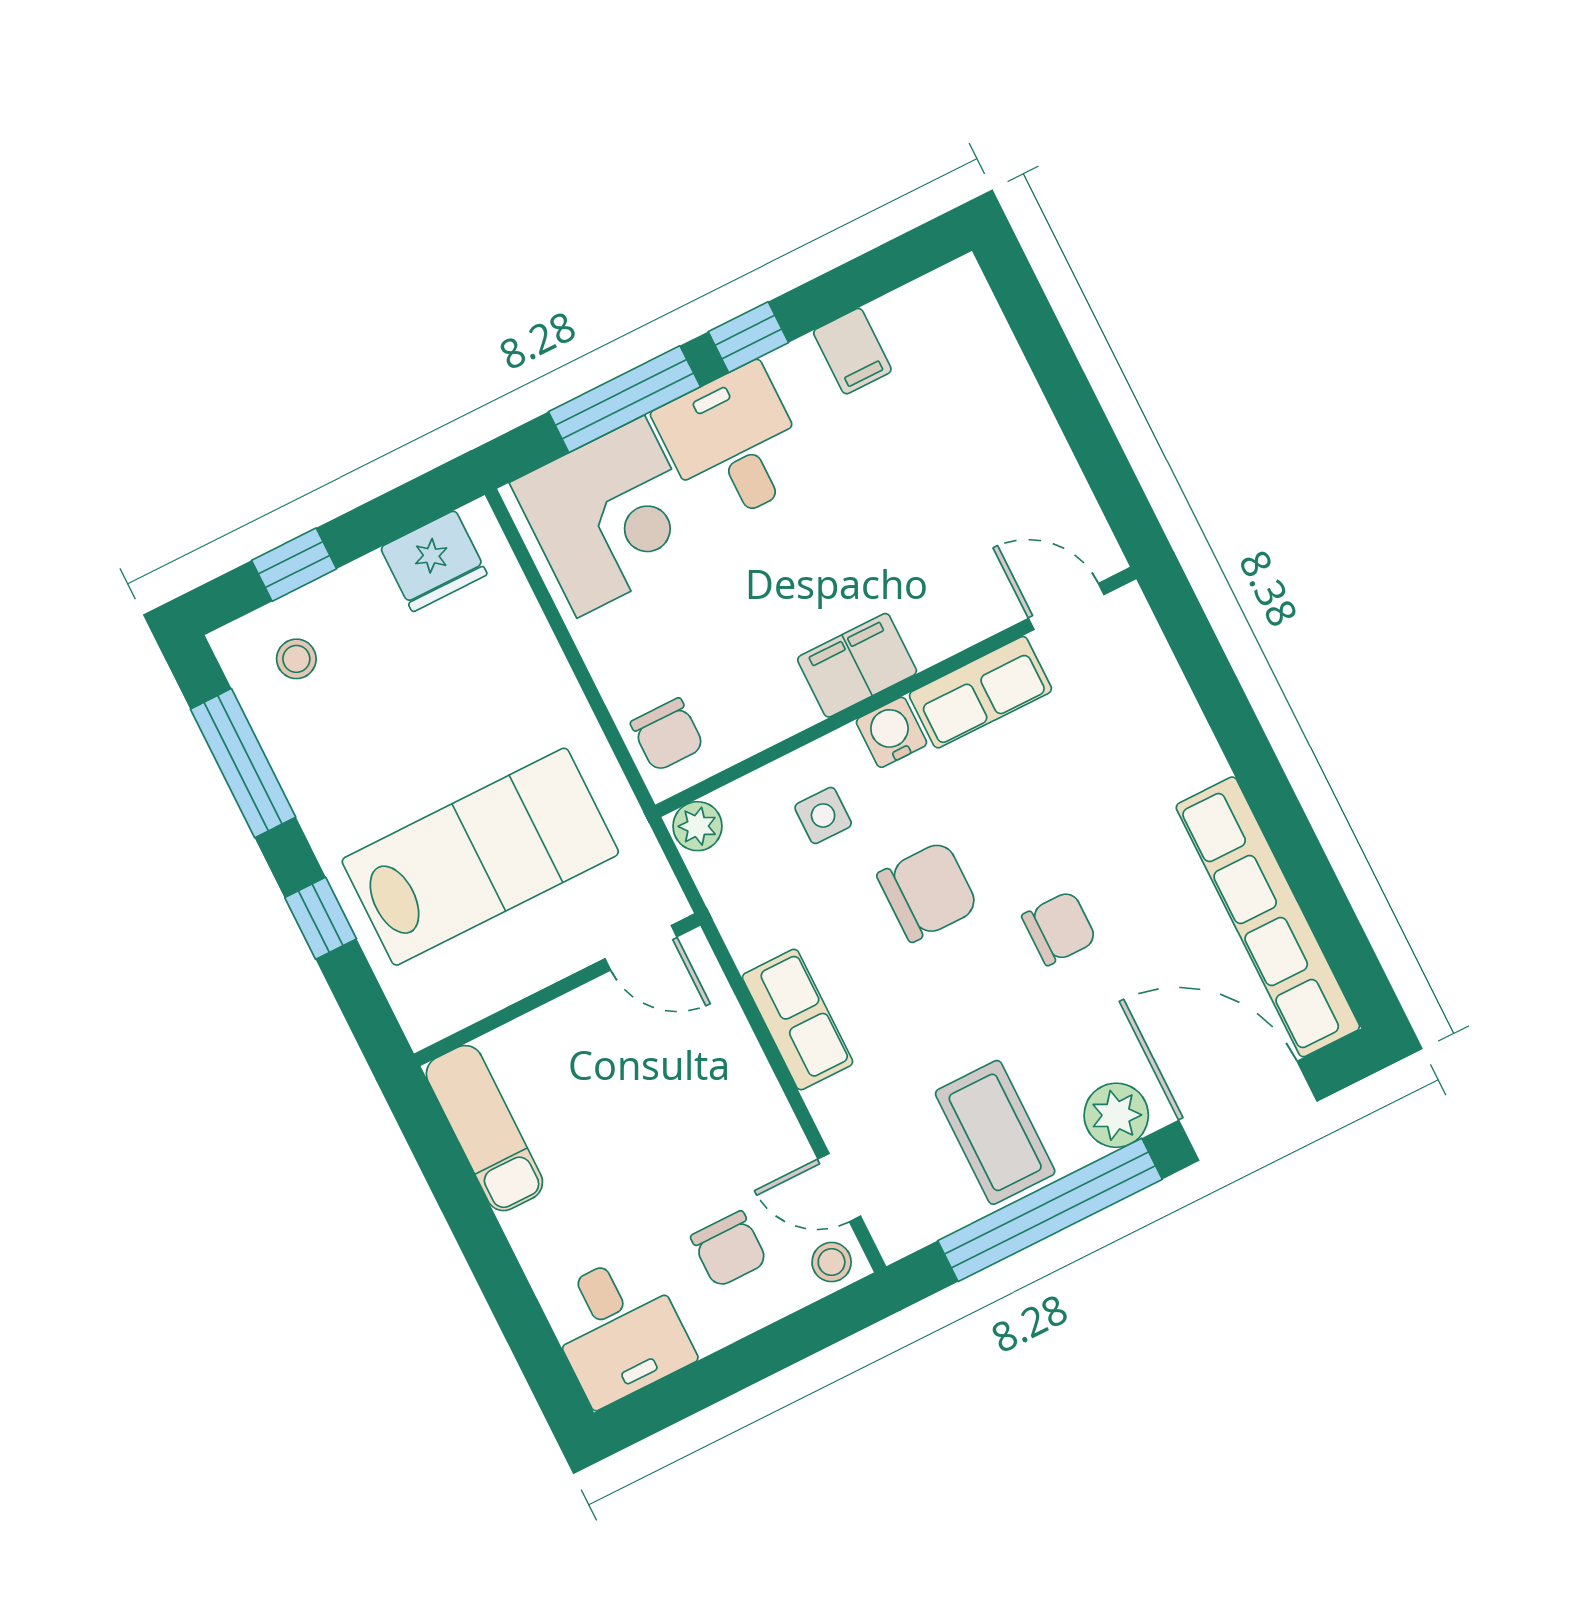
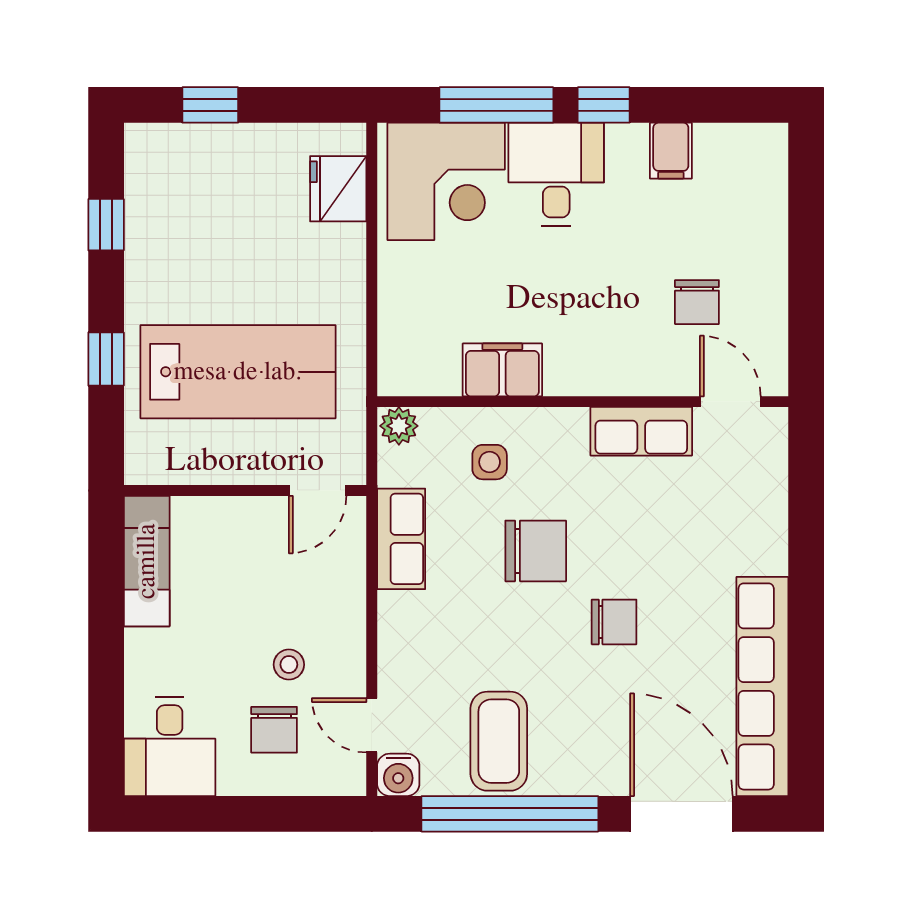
fridge: (434, 561) -> (338, 189), moved, turned 90
stool: (296, 659) -> (179, 171), removed
filing cabinet: (857, 665) -> (502, 370), moved
water cooler: (891, 732) -> (398, 775), moved, turned 180
chair: (667, 735) -> (697, 302), moved
window: (243, 763) -> (106, 225), width x0.46
door: (641, 948) -> (318, 490), hinge flipped
row of seats: (798, 1020) -> (401, 539), moved
plant: (1116, 1115) -> (589, 771), removed
stool: (832, 1262) -> (289, 665), moved

